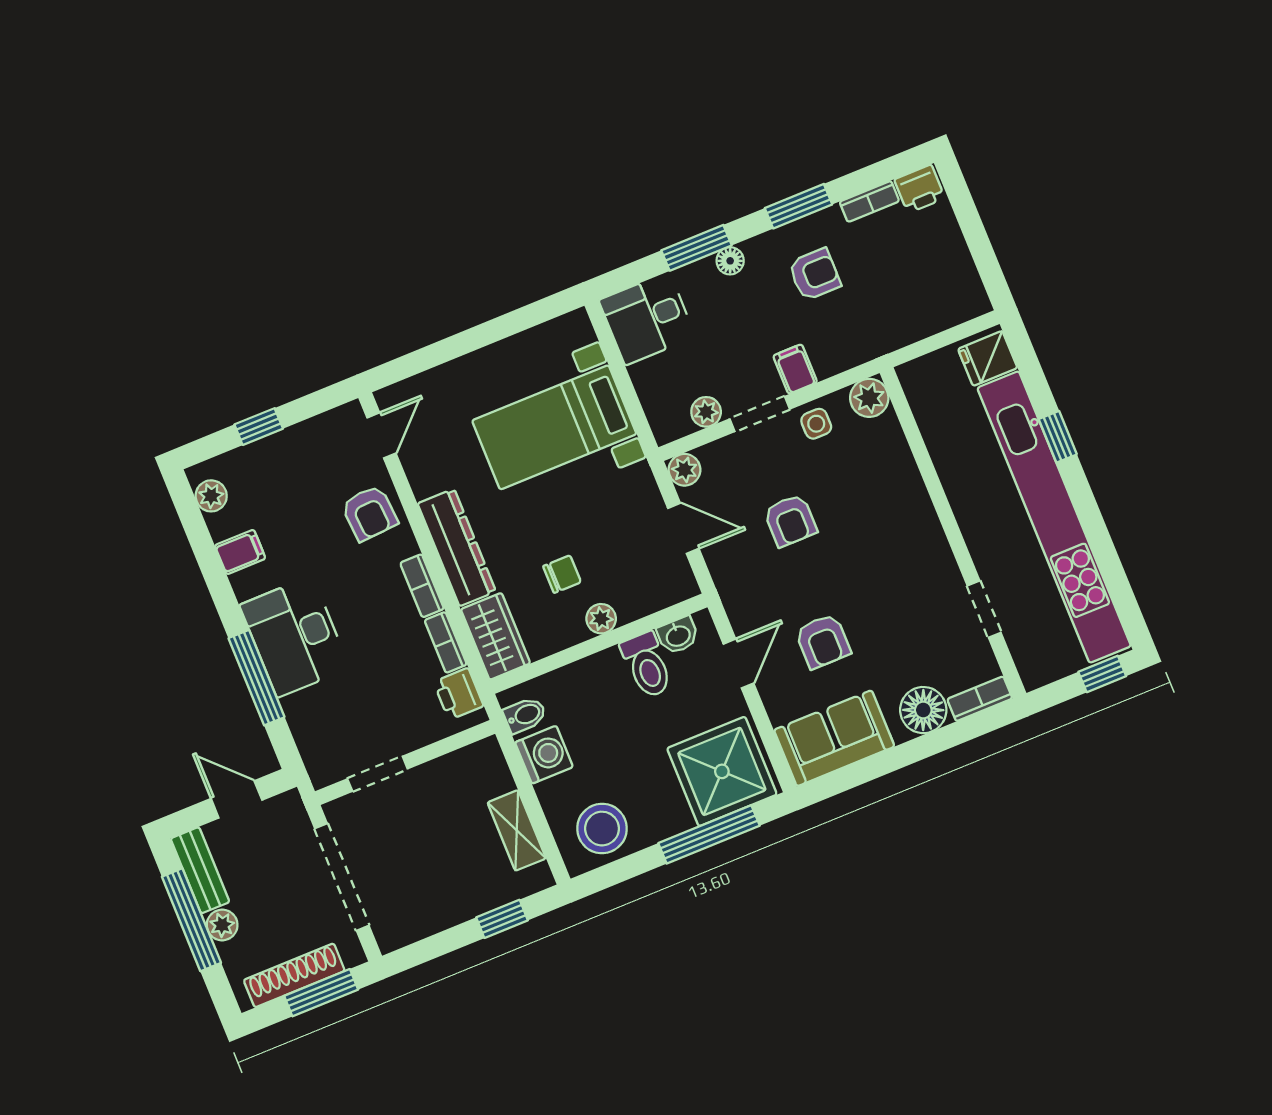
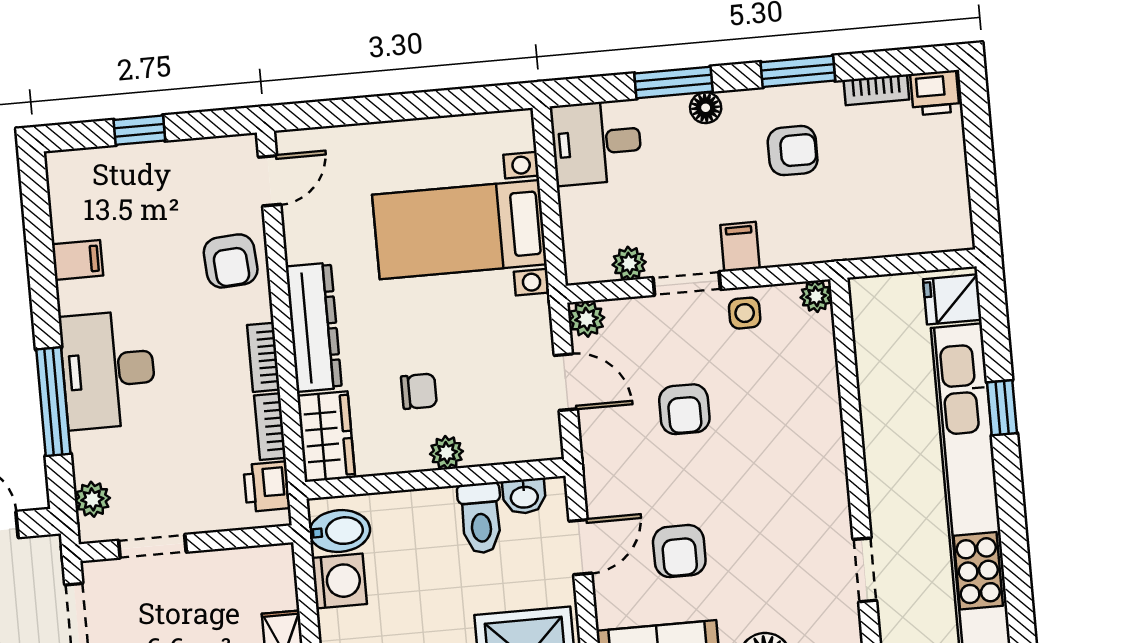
plant: (869, 398) -> (816, 296), width x0.73, depth x0.73
plant: (211, 496) -> (92, 499), moved
bidet: (525, 715) -> (340, 531), width x1.38, depth x1.36

